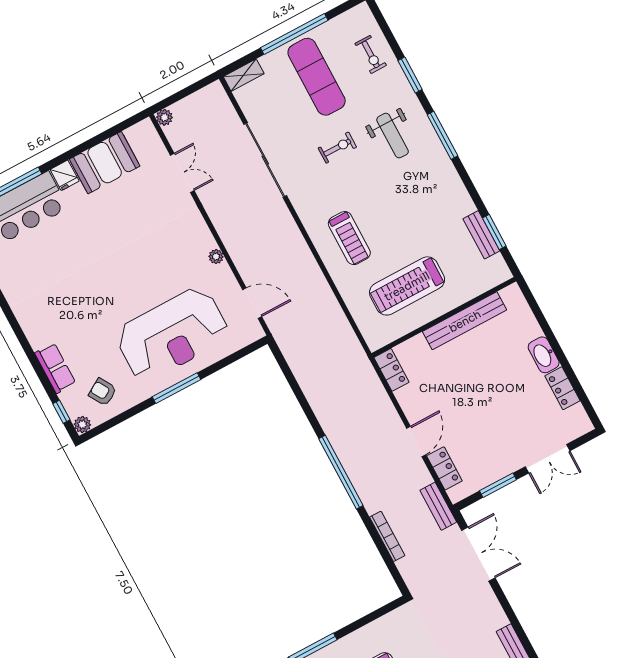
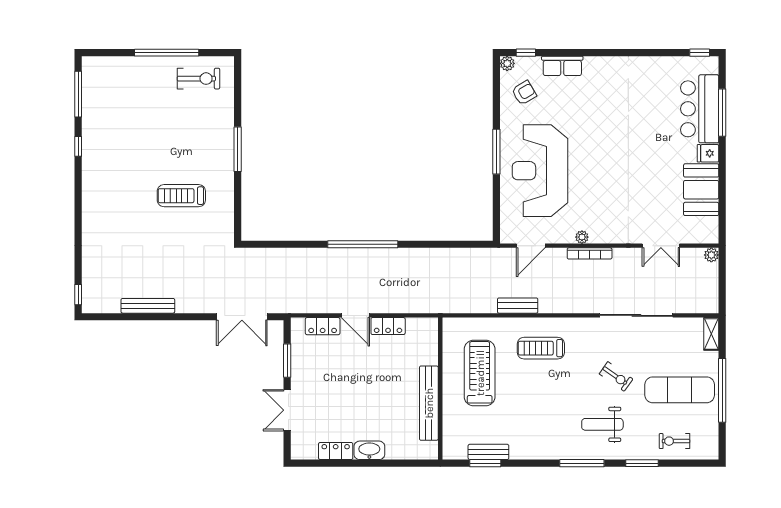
exercise bike: (337, 148) -> (616, 376), turned -55
locker: (391, 370) -> (388, 326), moved
bench: (438, 506) -> (518, 306), moved
bookcase: (387, 536) -> (590, 253), moved

